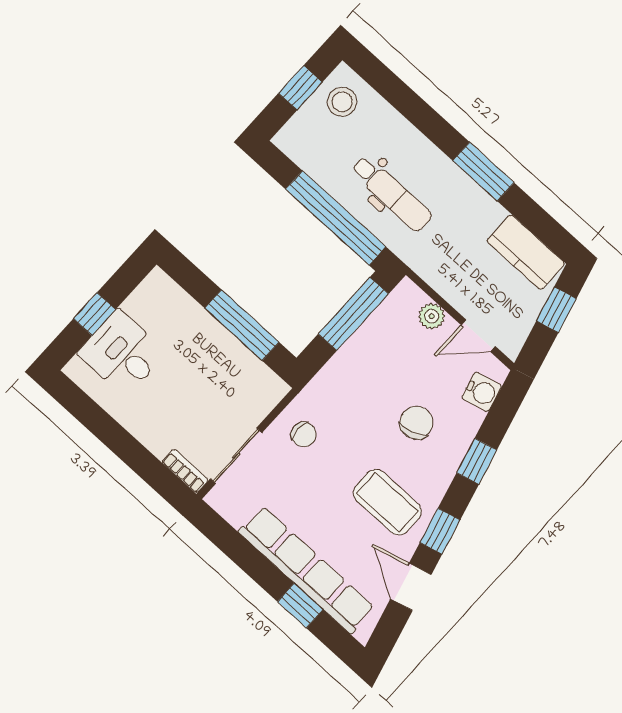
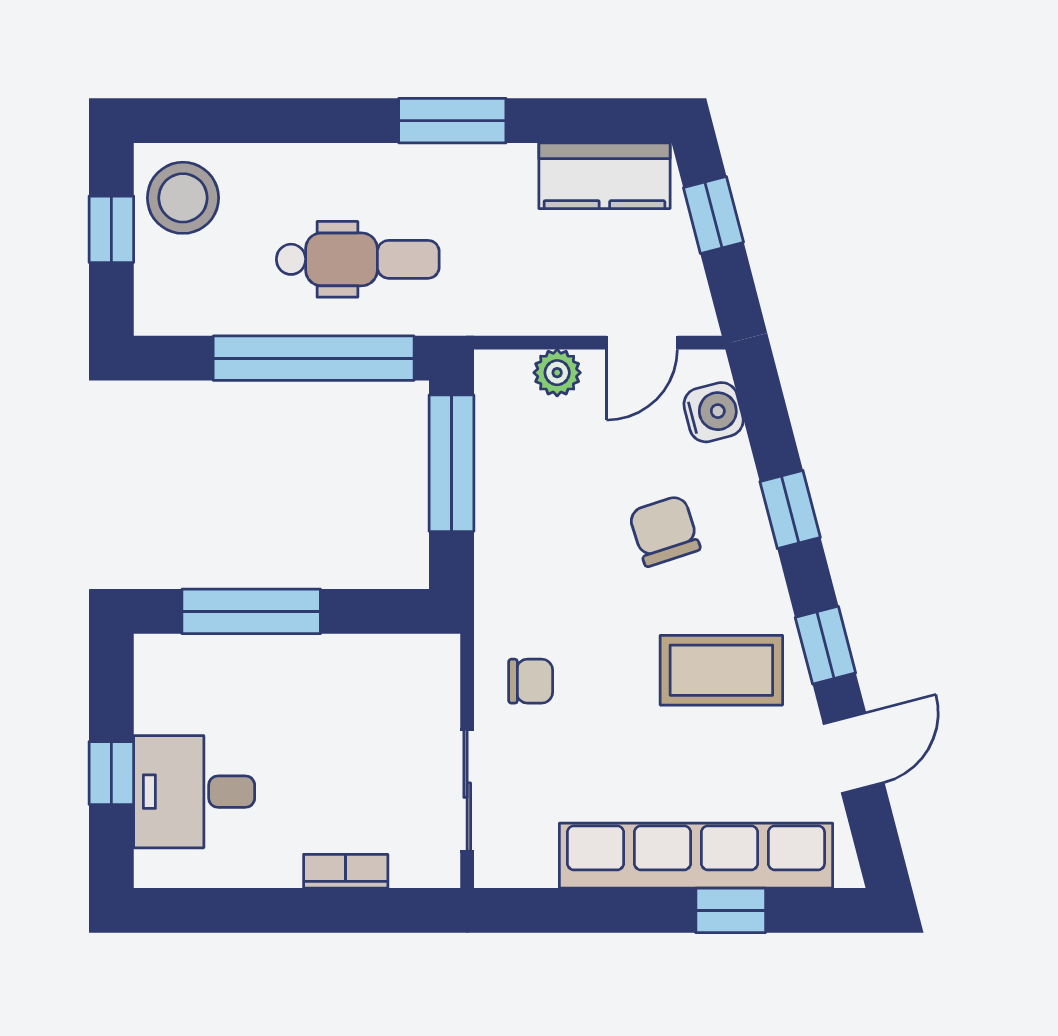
stool: (342, 102) -> (183, 198), width x1.38, depth x1.38
window: (242, 325) -> (251, 611), moved
bookcase: (185, 471) -> (346, 871), moved
door: (411, 587) -> (854, 753), swing flipped

